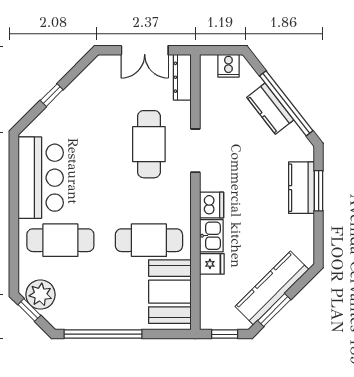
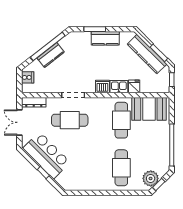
double door: (145, 50) -> (19, 122), swing flipped
bar counter: (41, 178) -> (46, 155), moved, turned 45
kitchen counter: (301, 188) -> (105, 38), moved

